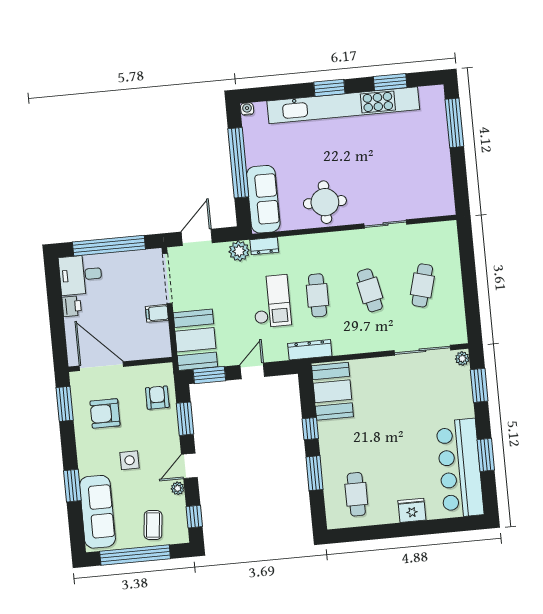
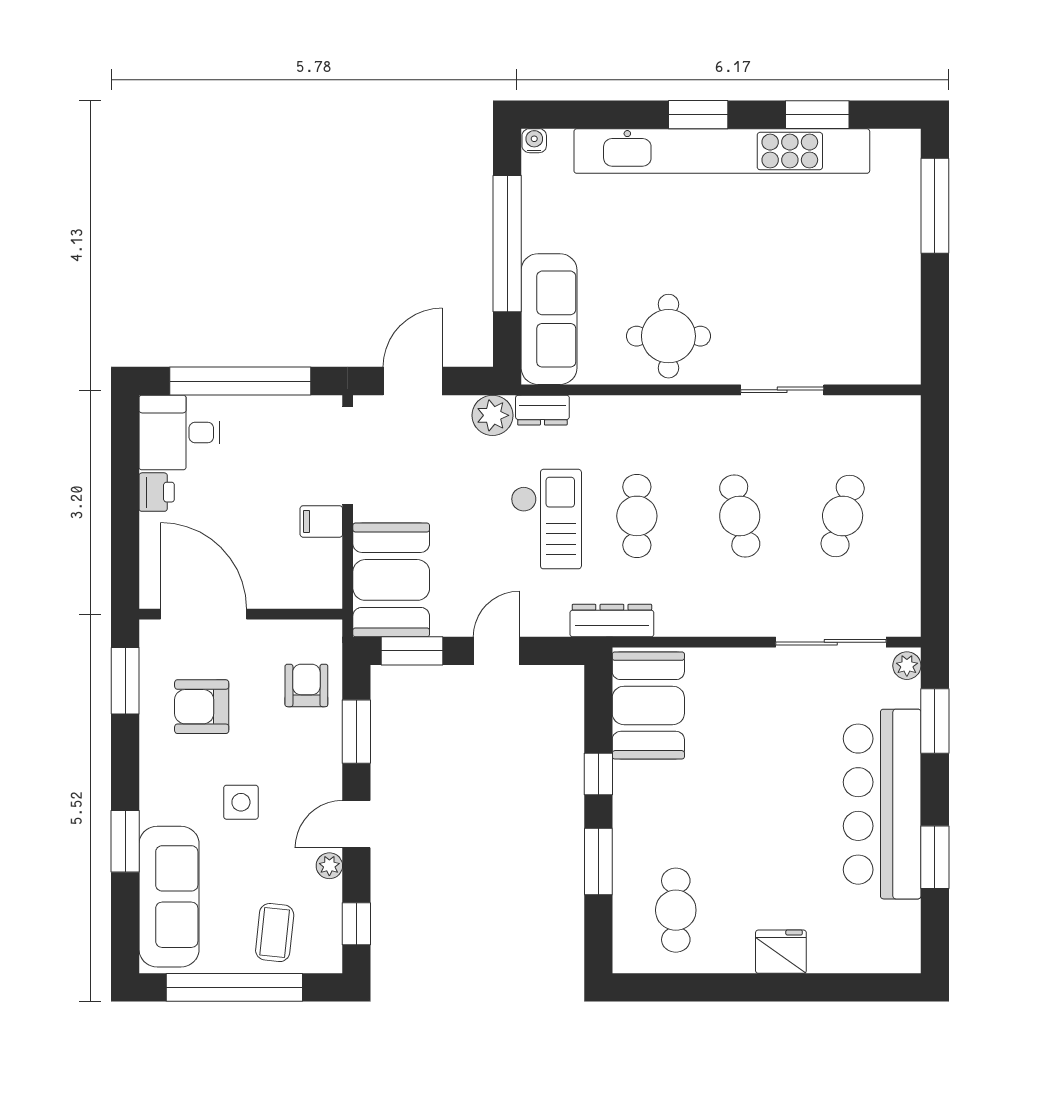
bar counter: (460, 468) -> (882, 804), moved

